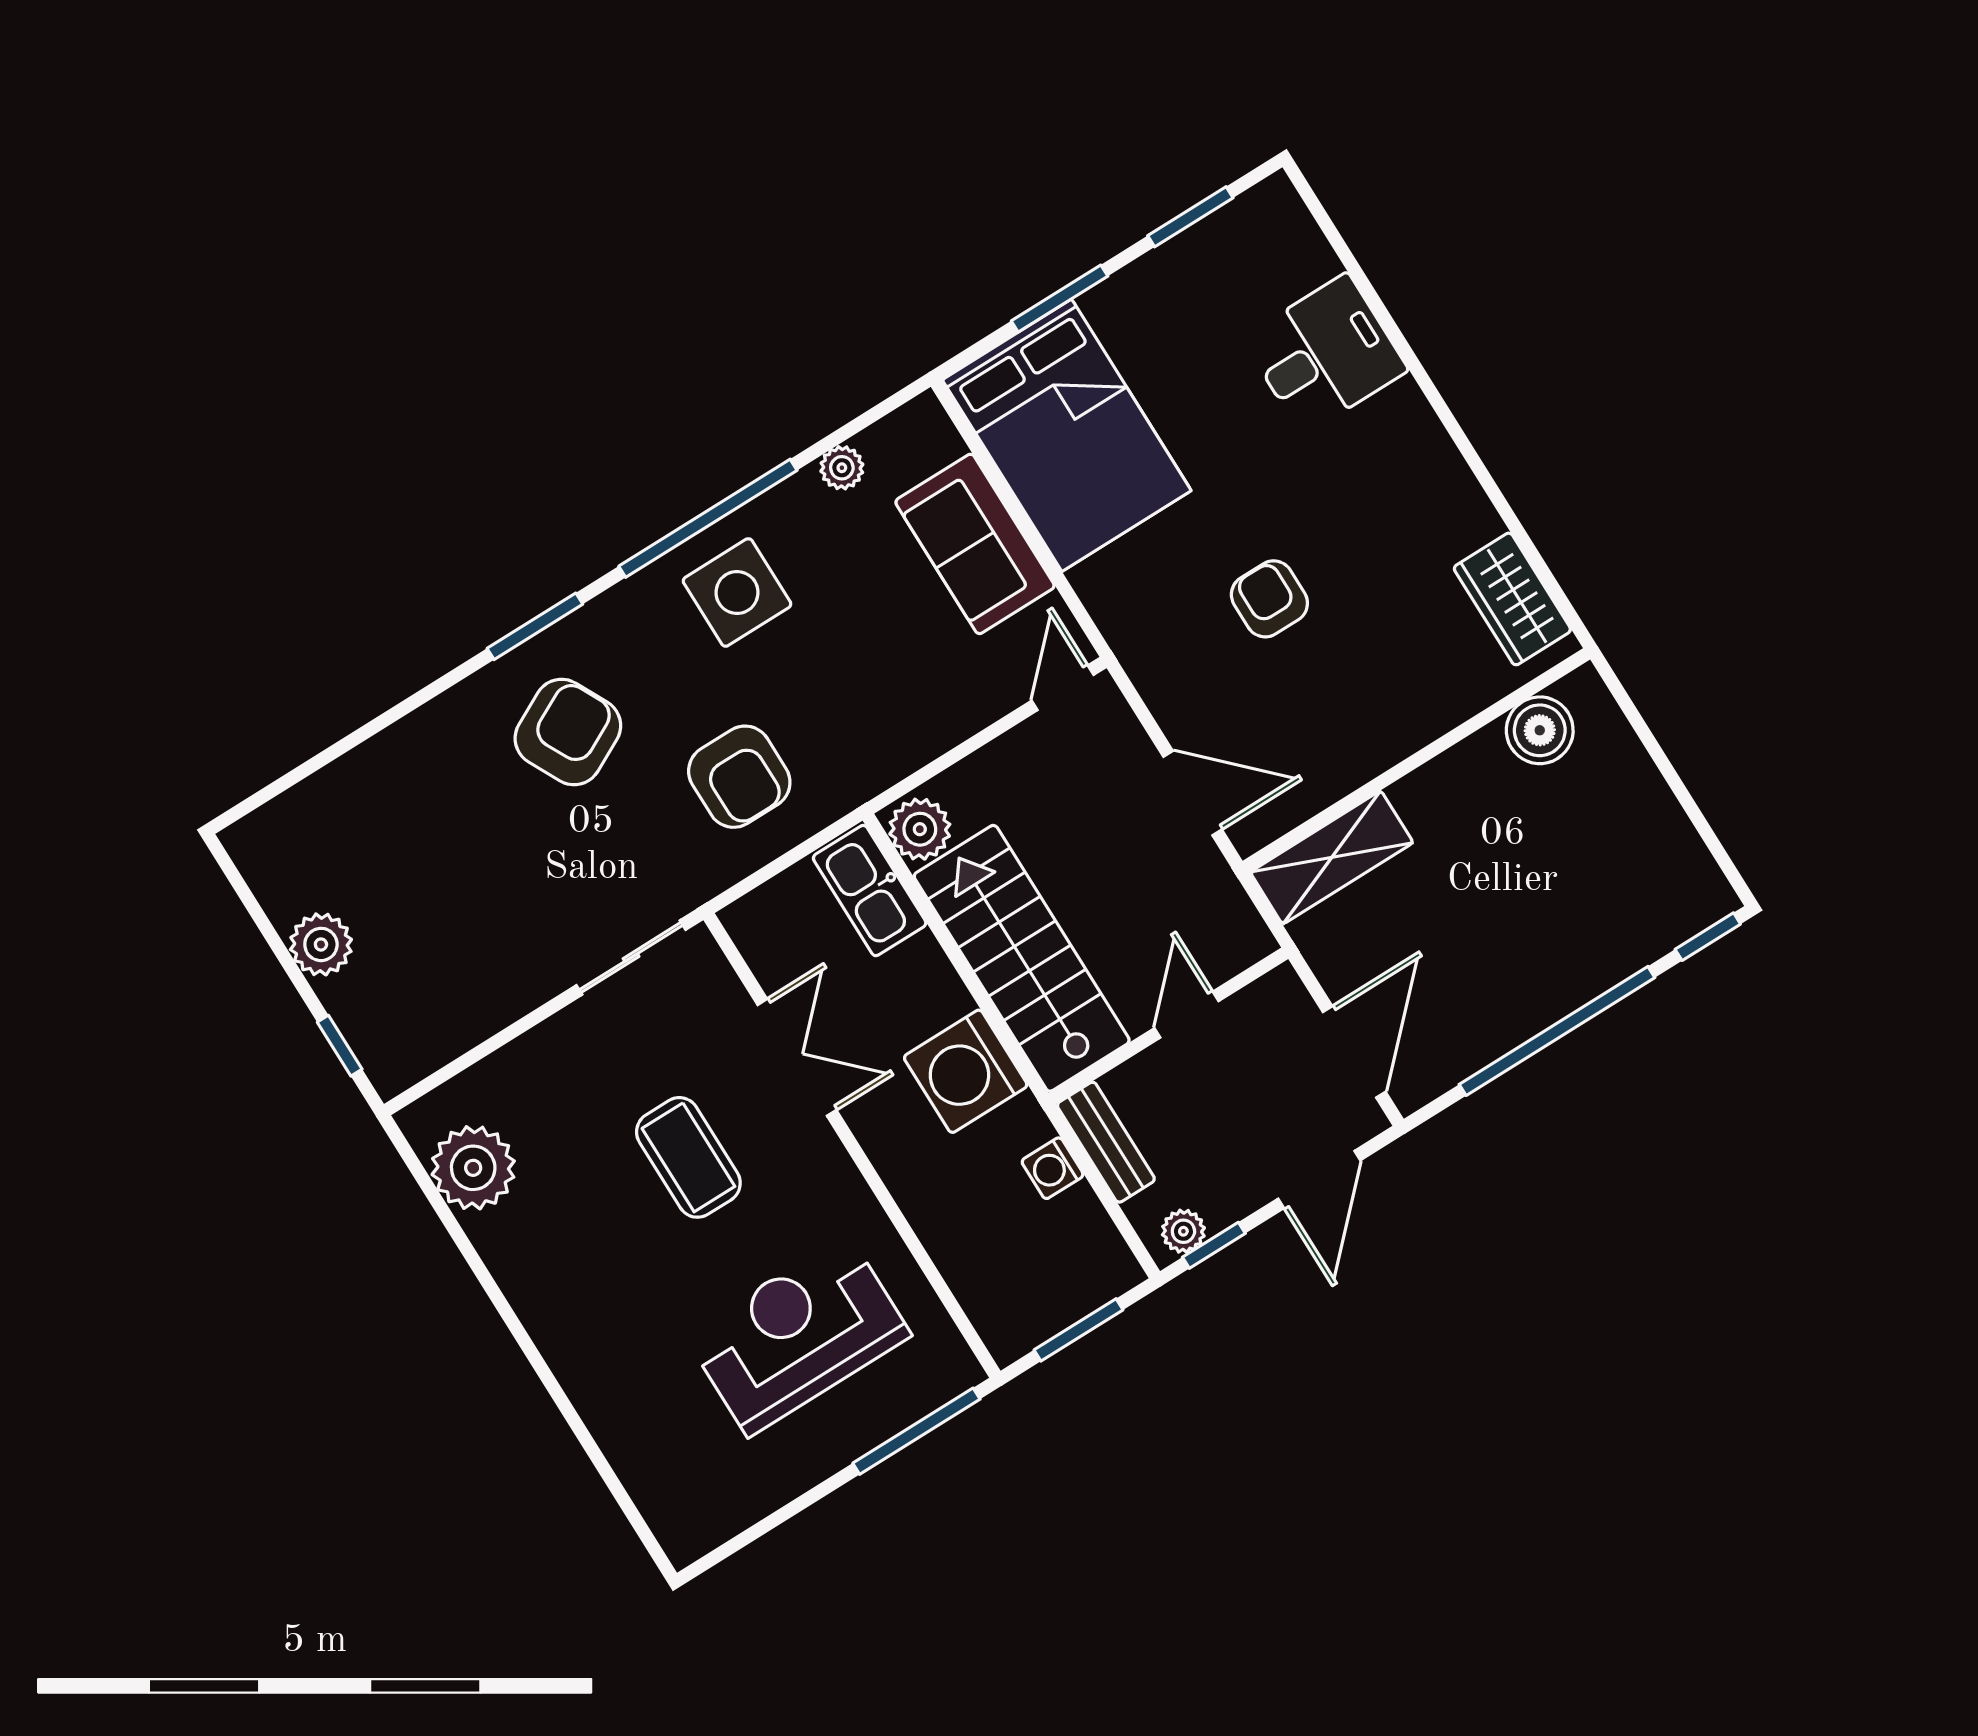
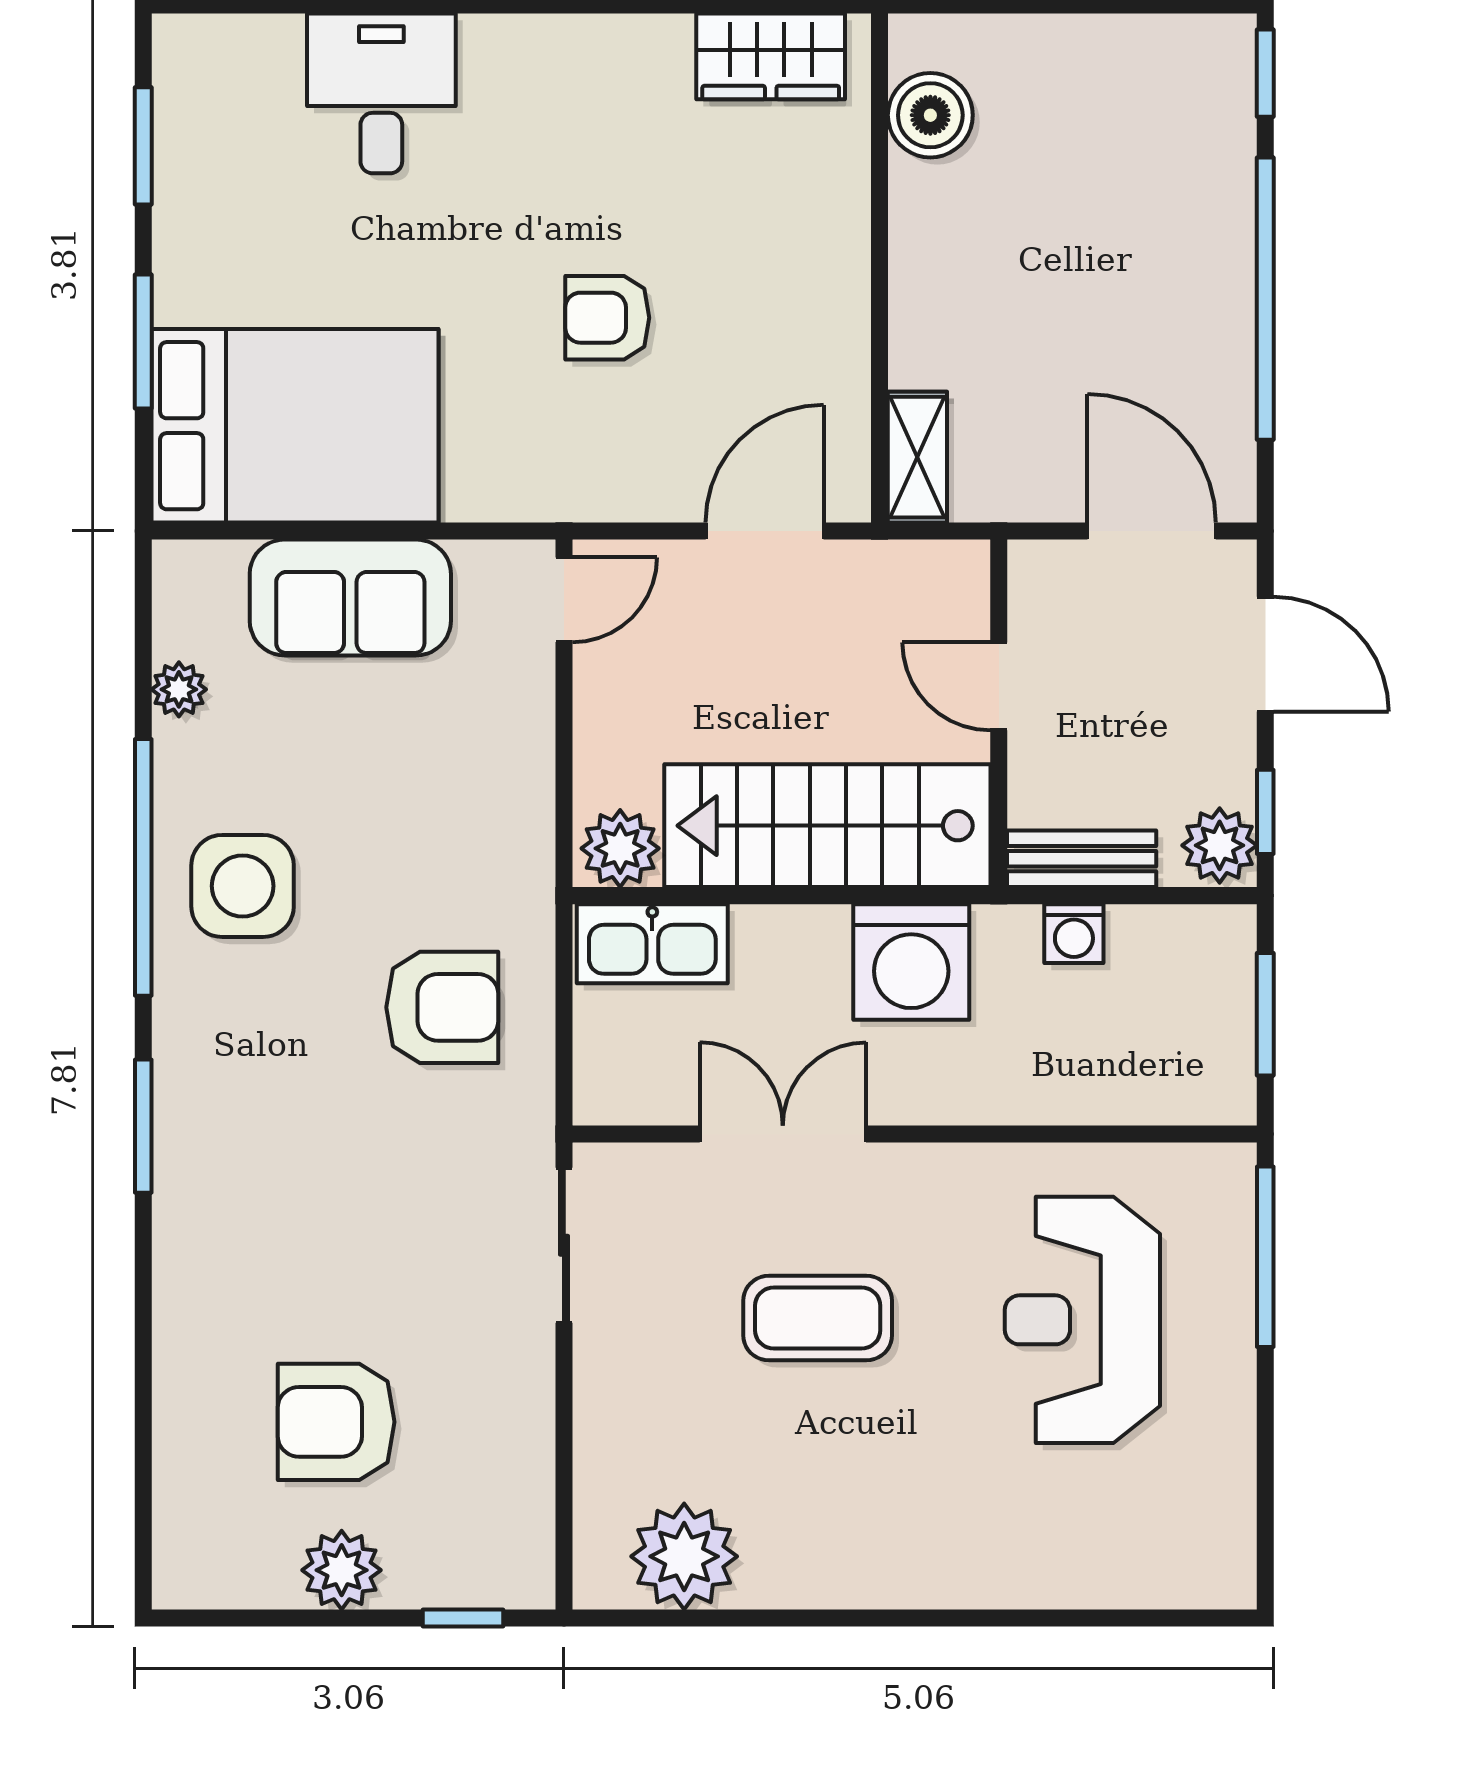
door: (1063, 688) -> (564, 600), swing flipped
armchair: (568, 732) -> (336, 1422), moved, turned -63
shelving: (1332, 857) -> (917, 457), width x0.67, depth x0.75
plant: (1183, 1231) -> (1220, 845), width x1.38, depth x1.38

